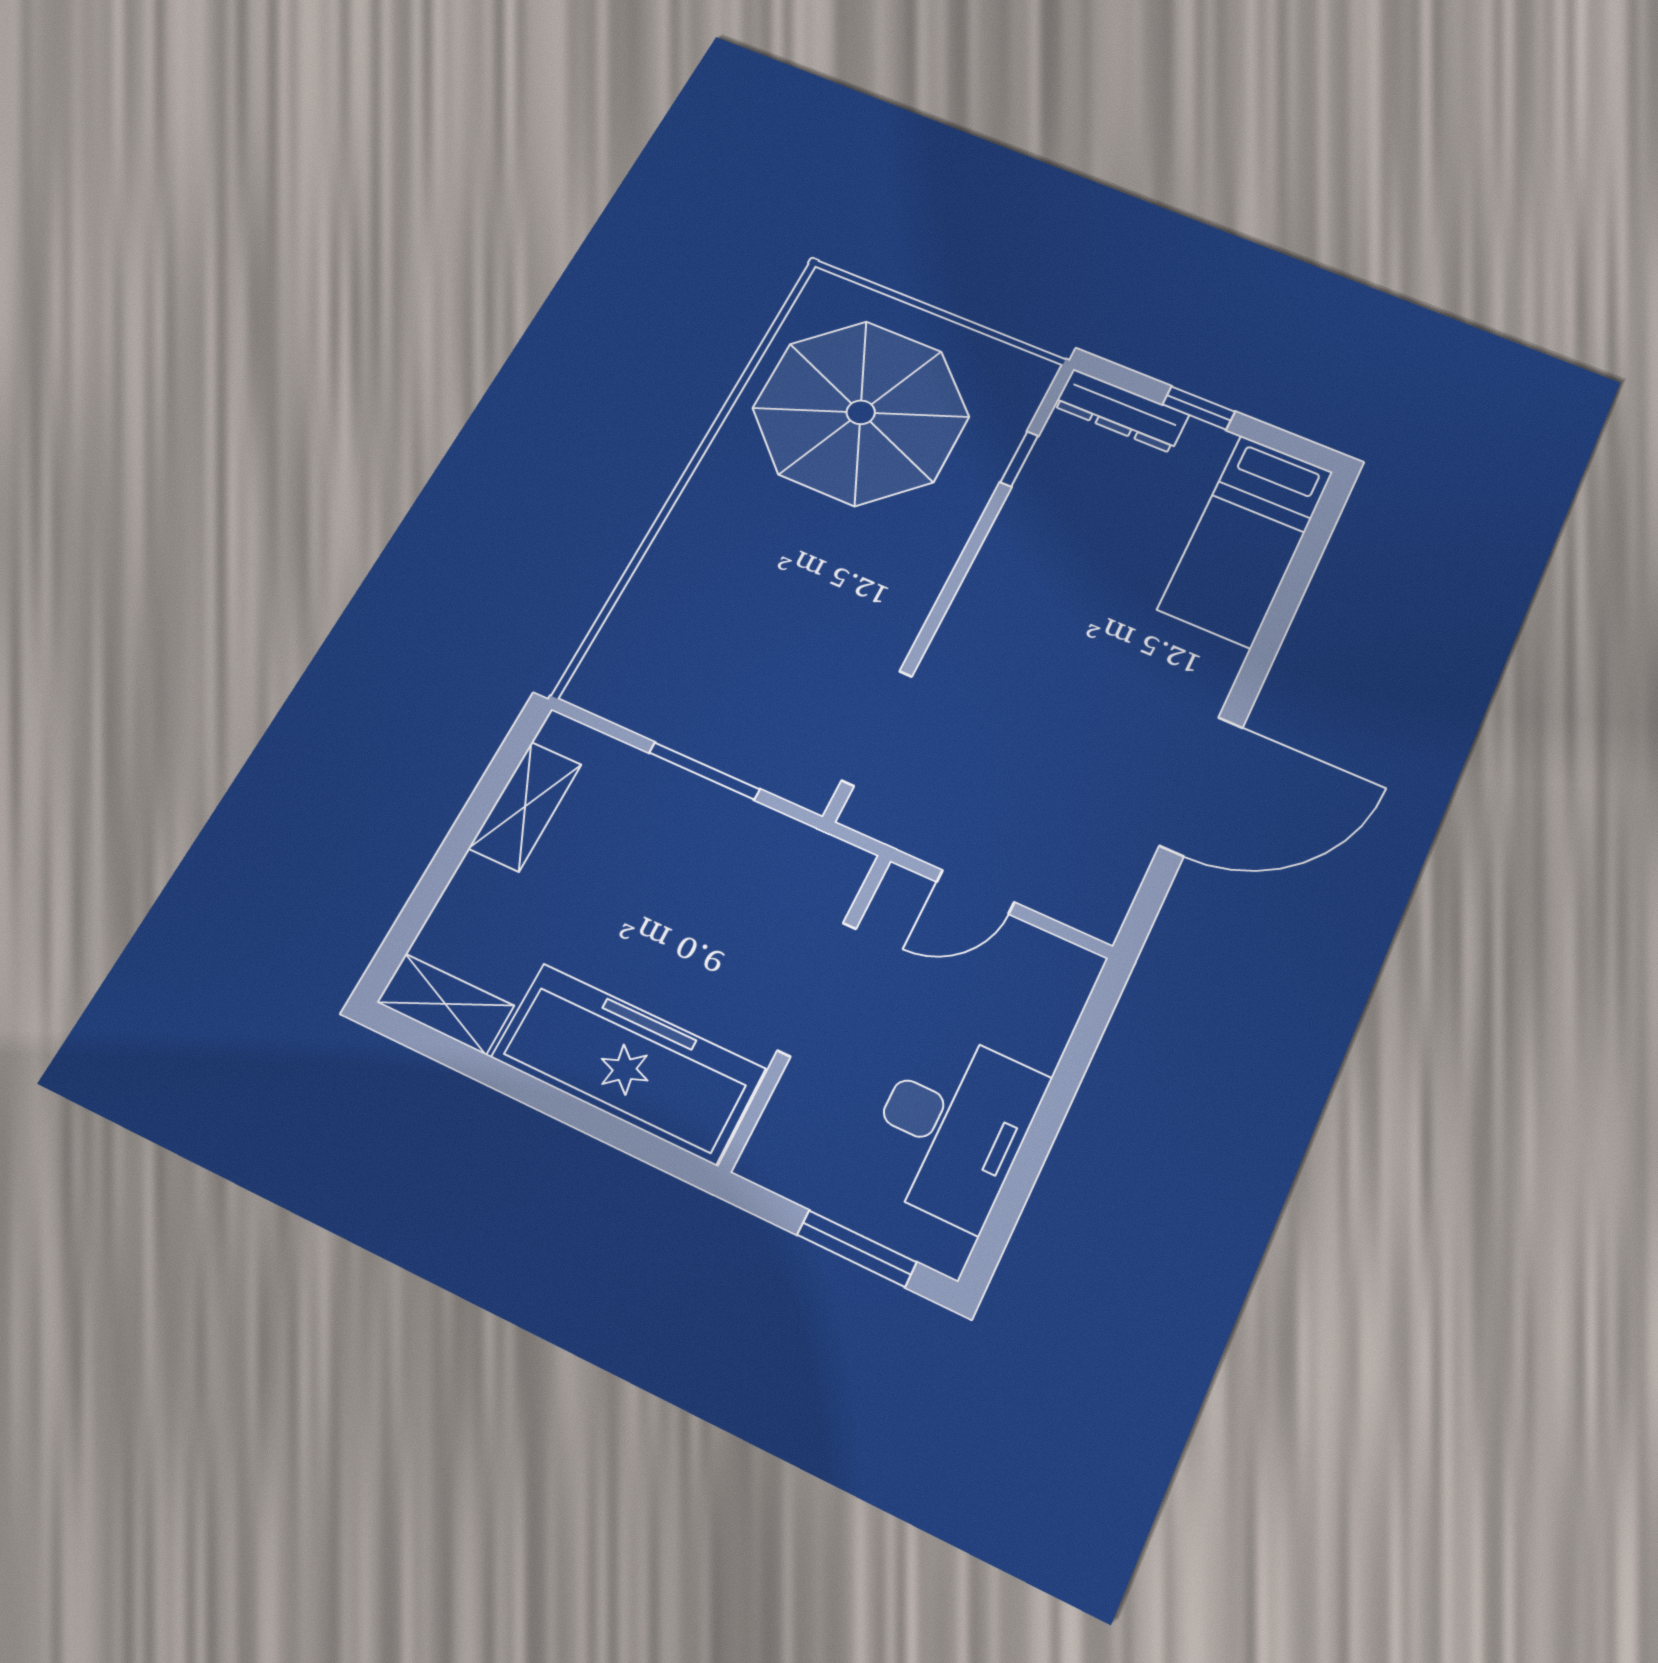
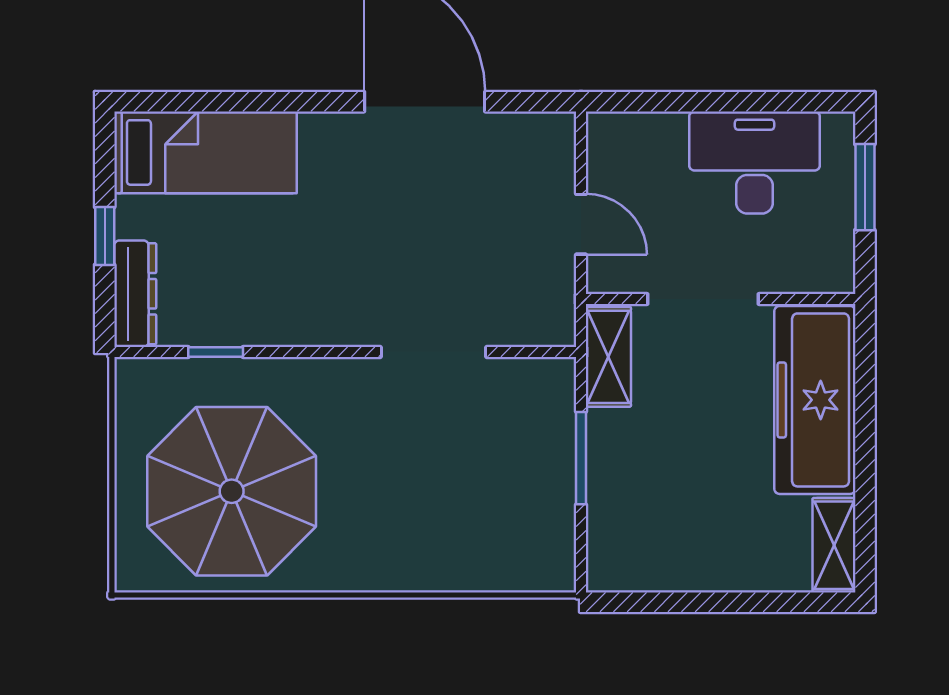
doorway: (877, 728) -> (433, 352), moved
shelving: (525, 806) -> (608, 357), moved, turned 90

